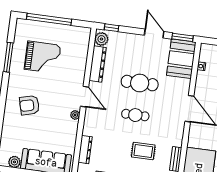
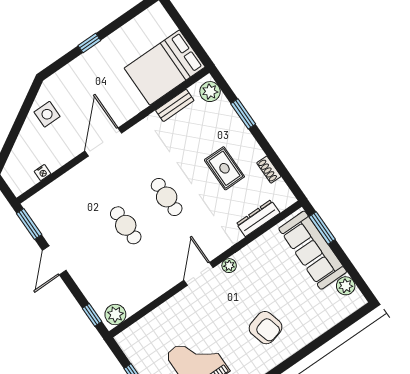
booth: (181, 59) -> (55, 203), removed
dresser: (98, 64) -> (148, 293), removed
cafe table: (140, 83) -> (126, 225), width x0.73, depth x0.74
rug: (143, 151) -> (224, 168), moved

